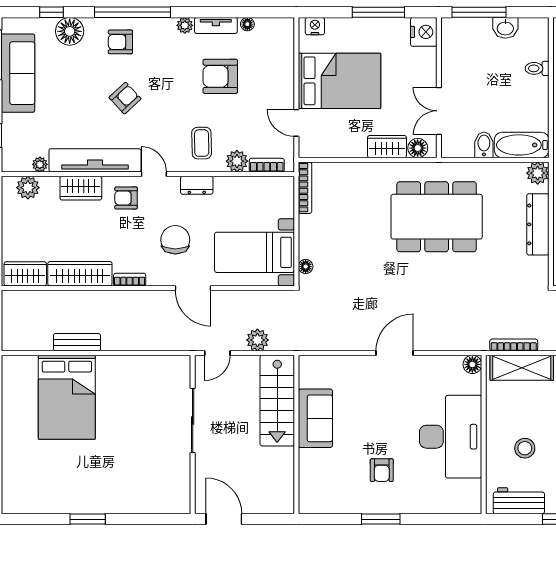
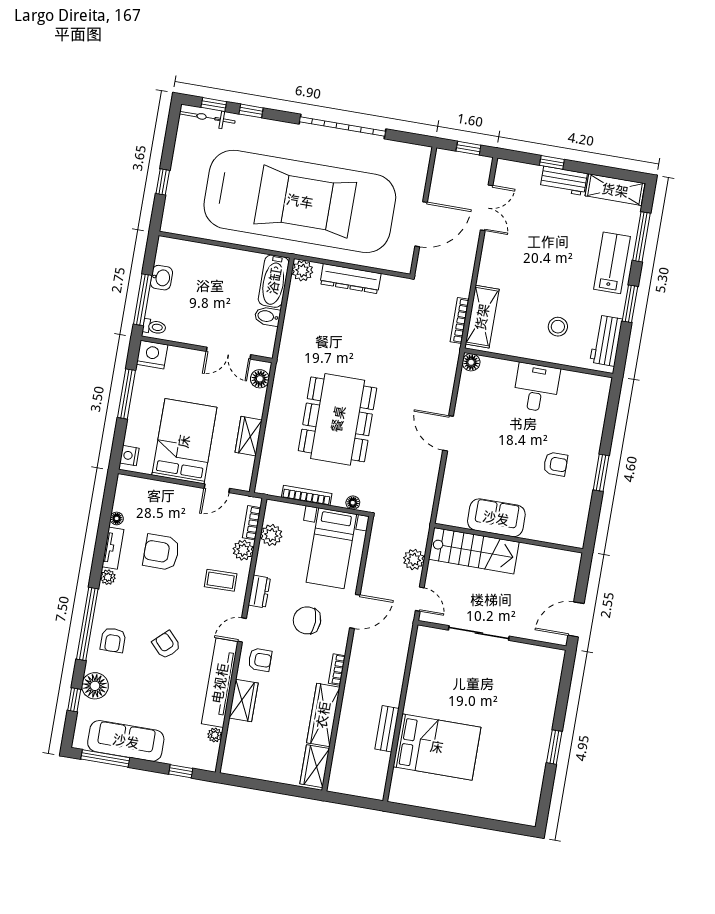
toilet: (537, 68) -> (154, 327), moved, turned -90
armchair: (220, 76) -> (161, 552), turned 90
wardrobe: (387, 147) -> (249, 436), moved
plant: (28, 188) -> (271, 535), moved
bookcase: (305, 188) -> (307, 495), moved
armchair: (126, 198) -> (260, 660), turned -90
dining table: (437, 217) -> (338, 419), moved
desk: (451, 437) -> (536, 388), width x0.53, depth x0.77

